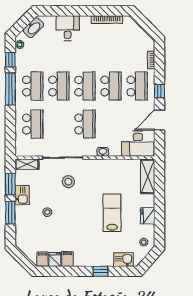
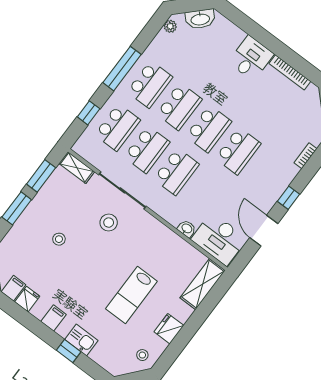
desk: (68, 28) -> (251, 58), moved
window: (10, 60) -> (89, 113), moved
school desk: (137, 86) -> (147, 149), moved
door: (159, 120) -> (264, 231), hinge flipped
washbasin: (103, 152) -> (187, 229), moved
kitchen sink: (22, 195) -> (45, 199), removed
lab bench: (112, 213) -> (131, 295), turned 180
filing cabinet: (67, 259) -> (54, 318), moved
kitchen sink: (123, 260) -> (81, 340), moved

